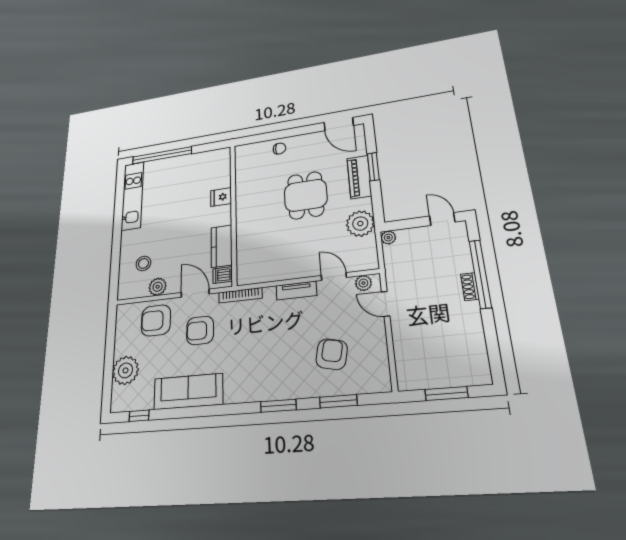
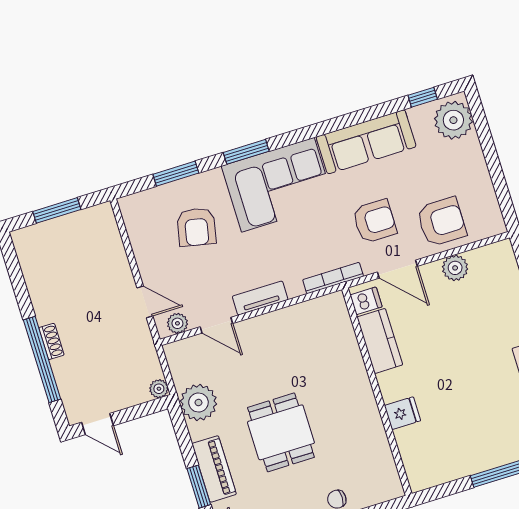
stool: (143, 263) -> (488, 297), removed
plant: (125, 370) -> (453, 120), moved
corner sofa: (261, 374) -> (278, 185), added

